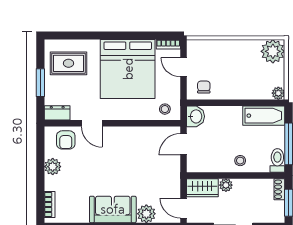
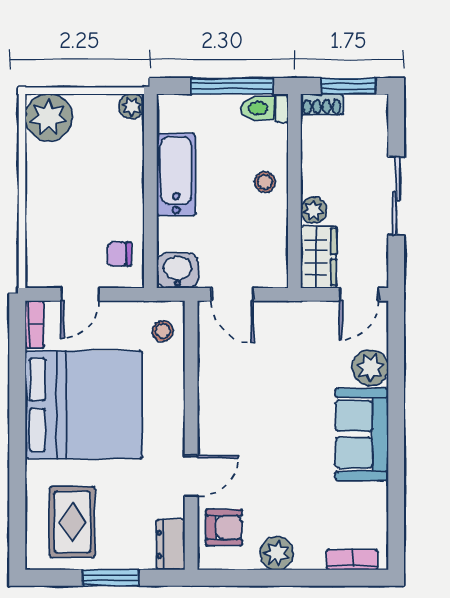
bathtub: (264, 116) -> (176, 175), moved

